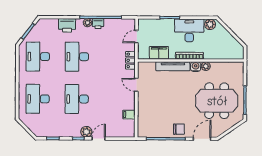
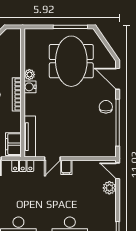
filing cabinet: (159, 53) -> (13, 144), moved
tv unit: (173, 66) -> (30, 137), moved
filing cabinet: (129, 115) -> (66, 167), moved
plant: (86, 132) -> (109, 188), moved
door: (99, 138) -> (118, 171), moved

